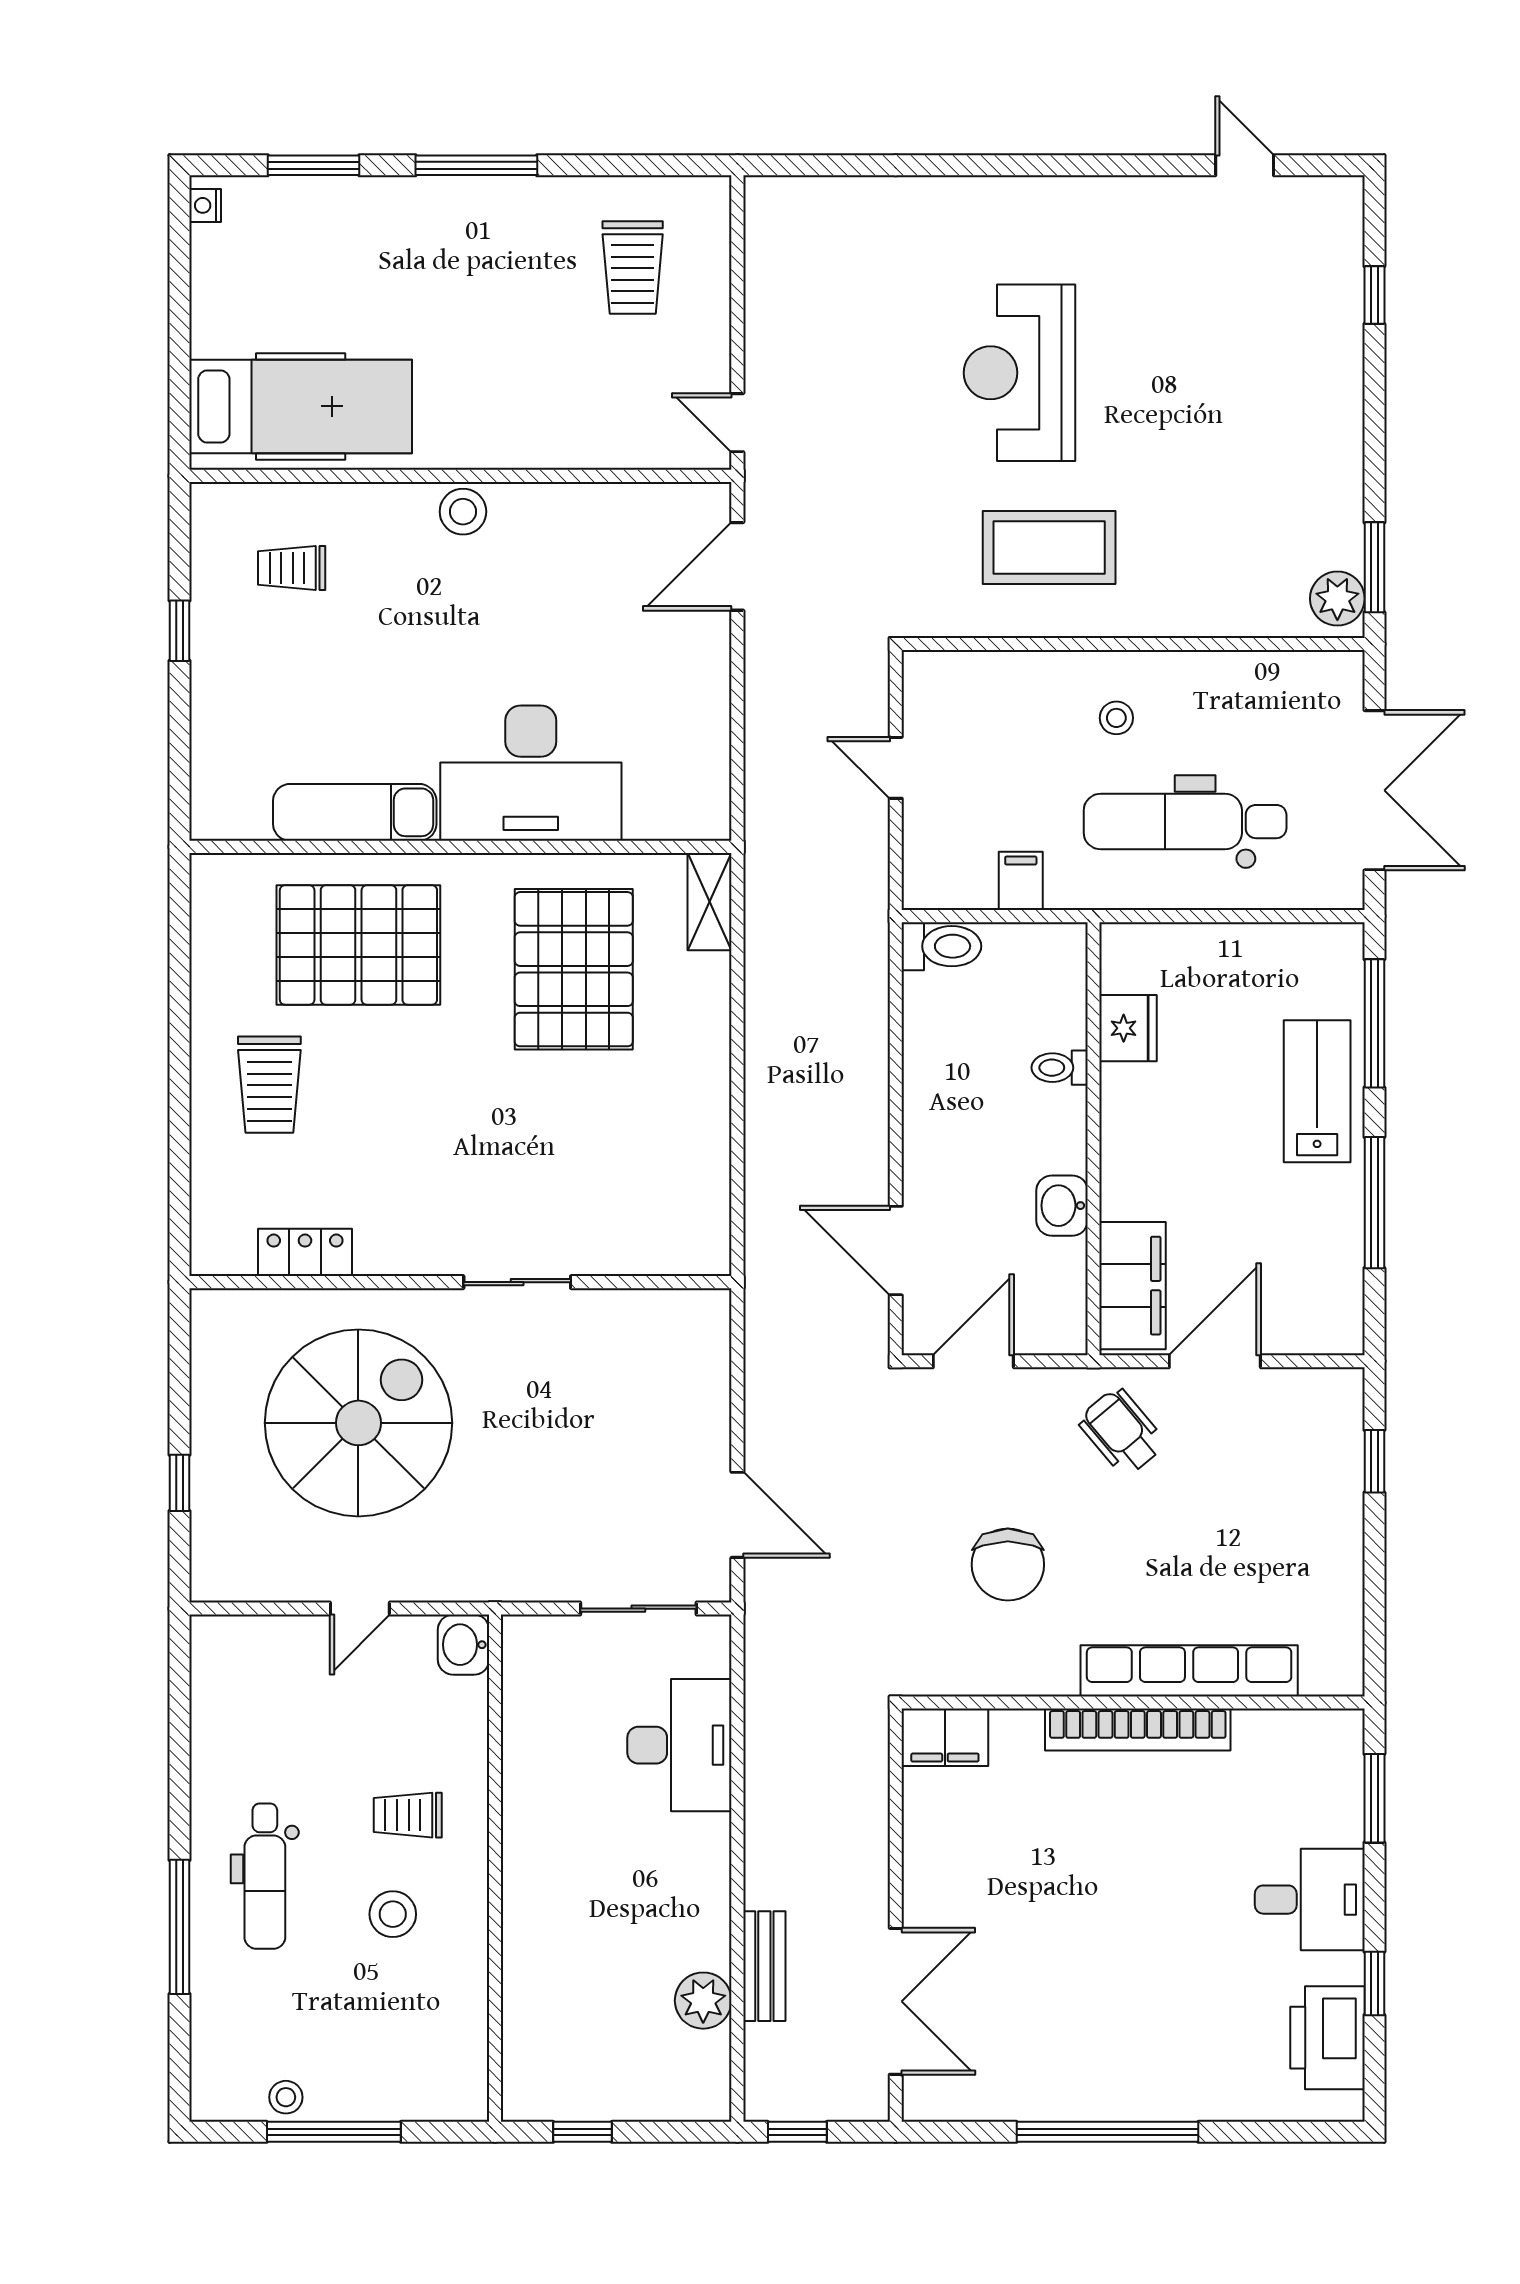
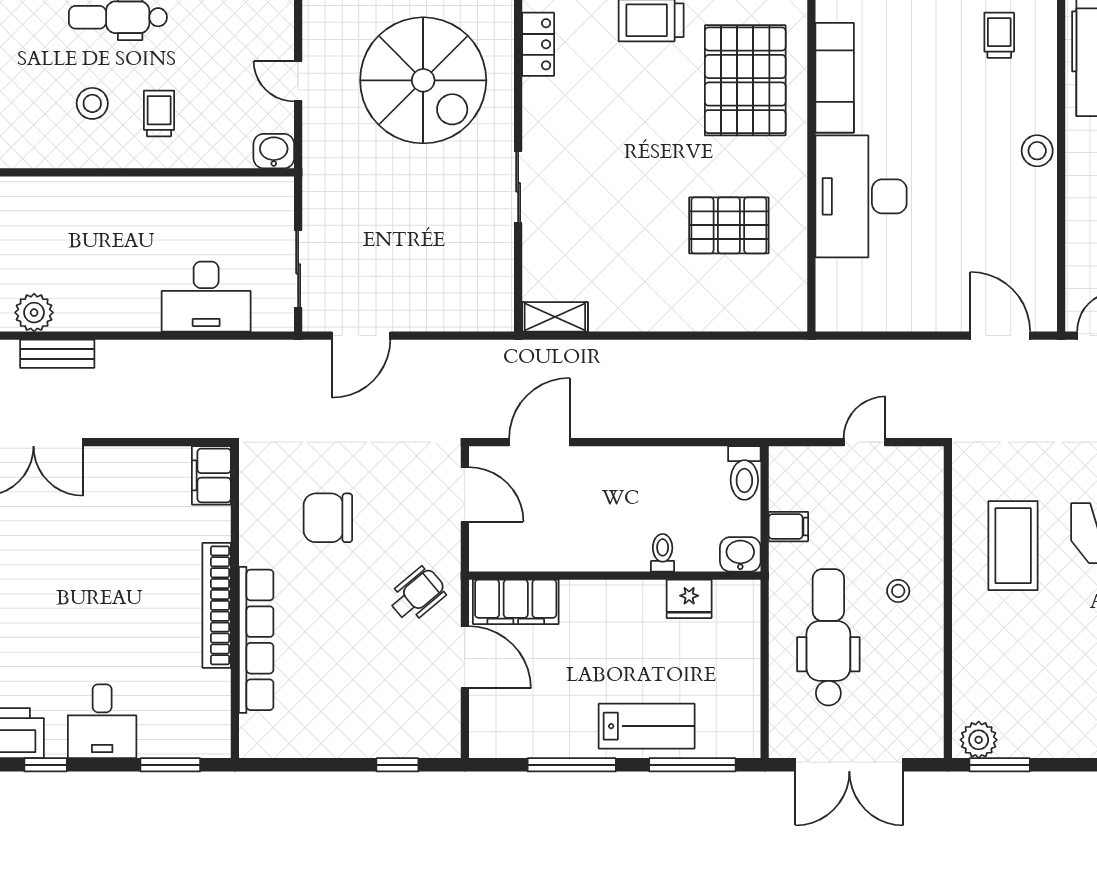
shelving: (710, 902) -> (555, 317), moved
pallet: (574, 969) -> (729, 225), width x0.73, depth x0.71
washbasin: (1062, 1206) -> (740, 554), moved

